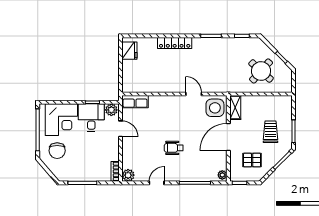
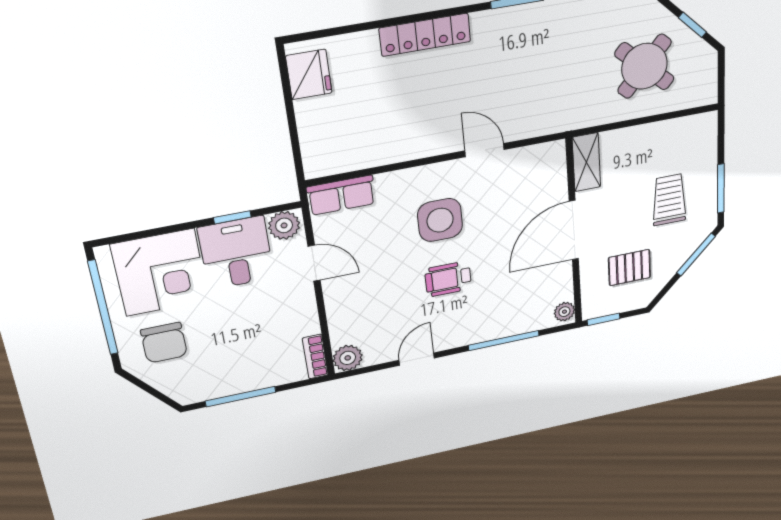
side table: (215, 108) -> (440, 220), moved

